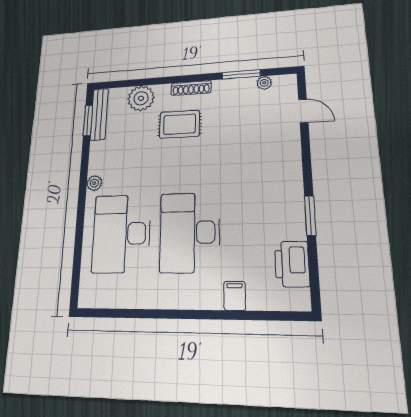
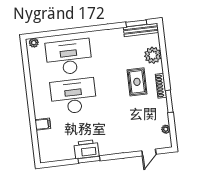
window: (241, 74) -> (169, 101), moved
plant: (94, 183) -> (34, 43), moved
printer: (292, 264) -> (86, 149), moved

